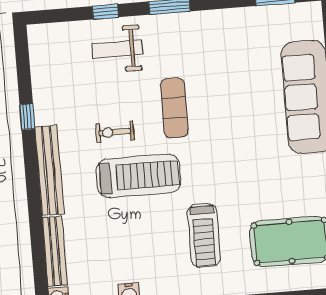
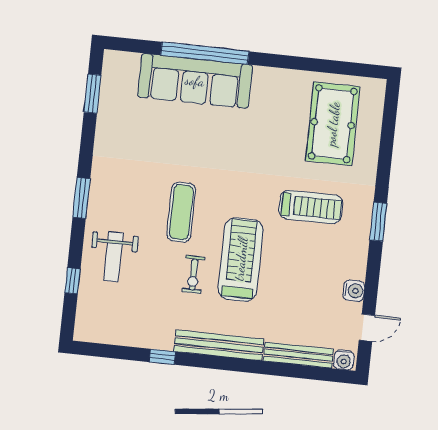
window: (105, 12) -> (72, 281), moved
exercise mat: (174, 108) -> (181, 212), turned 90

